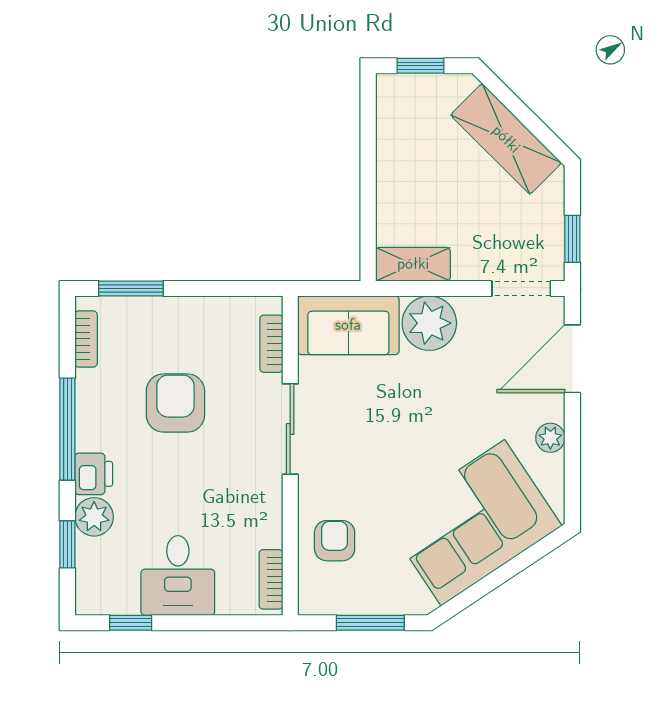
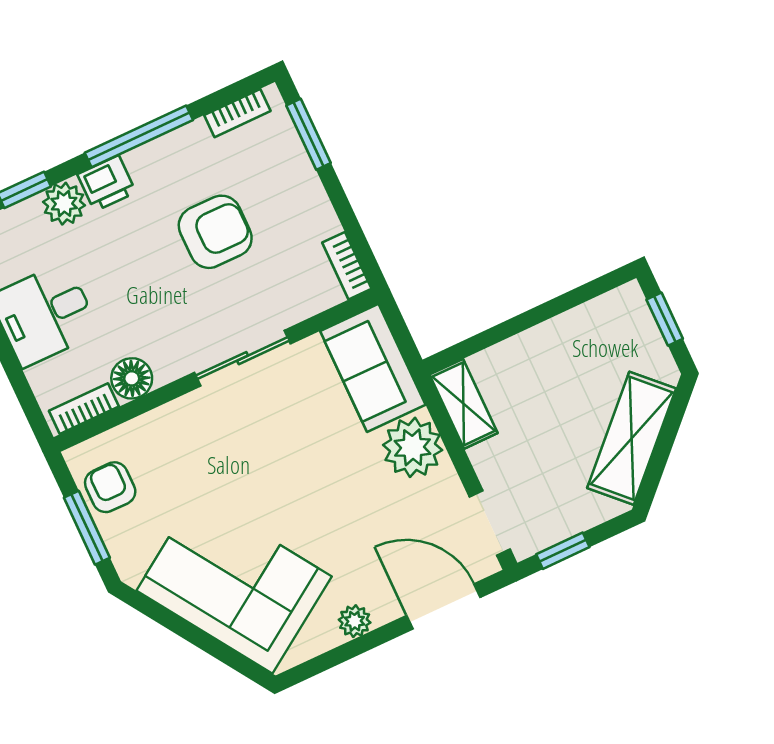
bookcase: (271, 344) -> (347, 266), moved, turned -90
floor lamp: (264, 528) -> (132, 378), added
armchair: (335, 541) -> (110, 487), moved, turned -90

